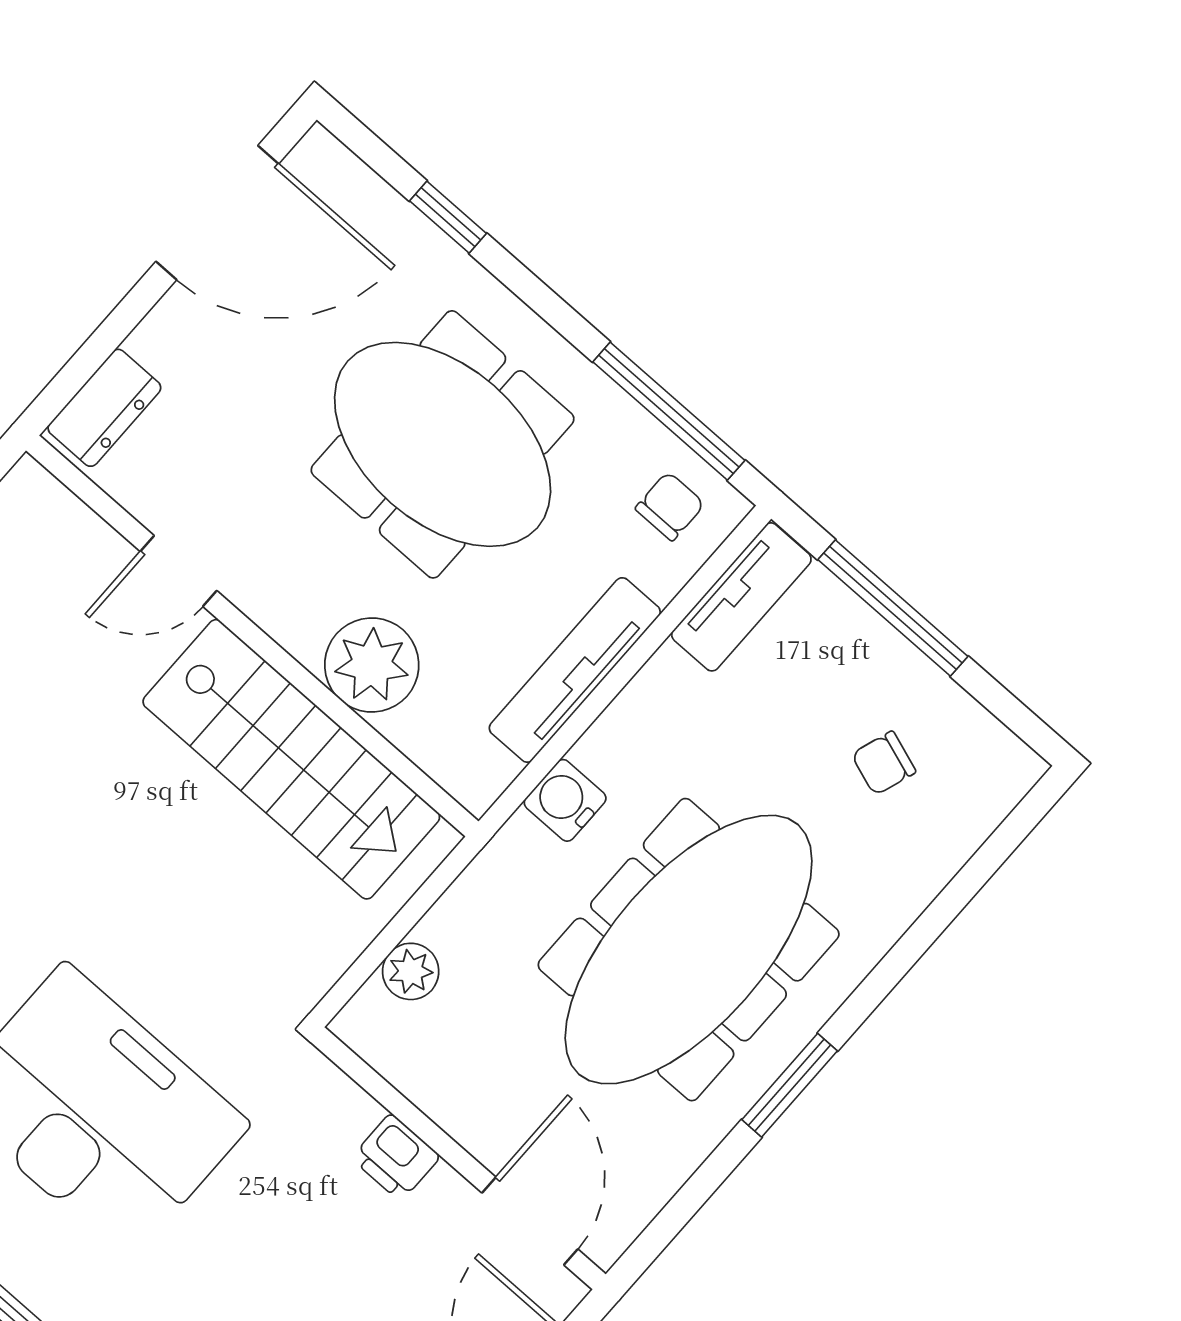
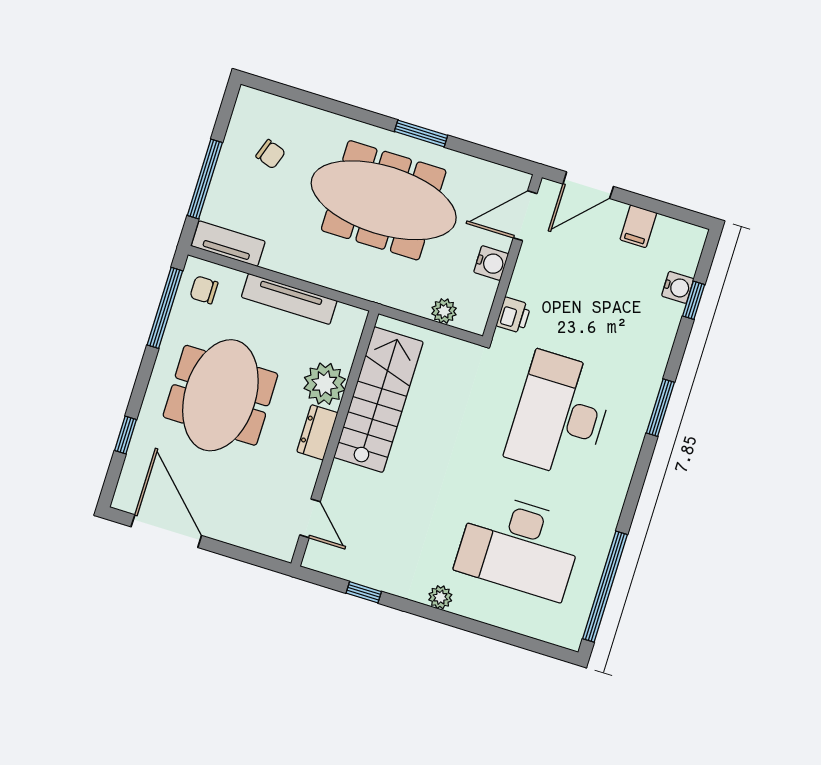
dresser: (104, 408) -> (317, 432), moved, turned -90
door: (179, 571) -> (310, 518), moved
water cooler: (565, 800) -> (491, 263), moved, turned -90
printer: (396, 1157) -> (514, 315), moved

